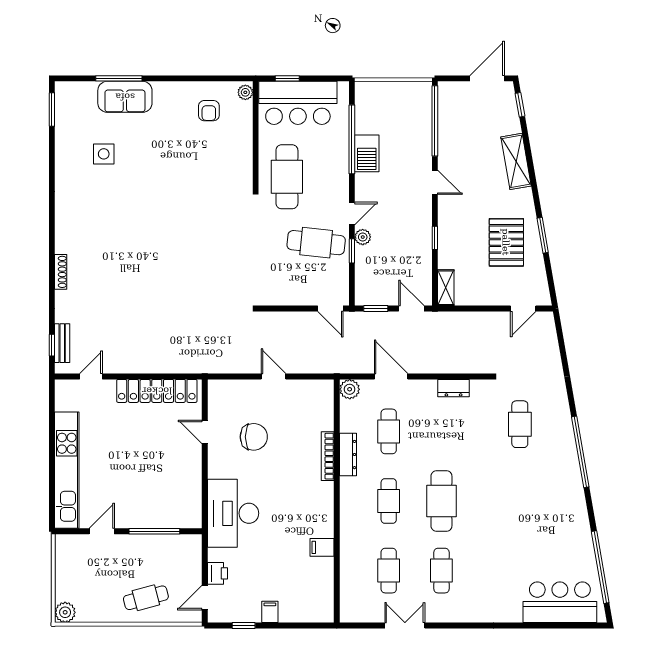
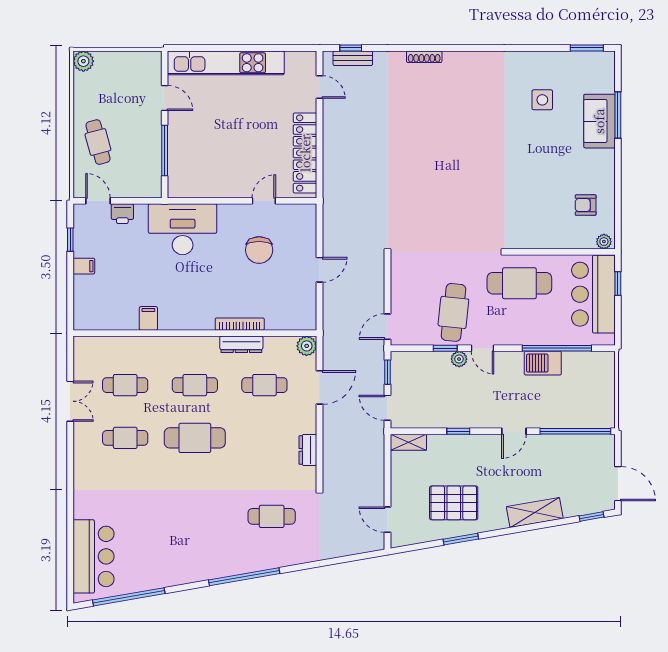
door: (411, 309) -> (387, 408), swing flipped

